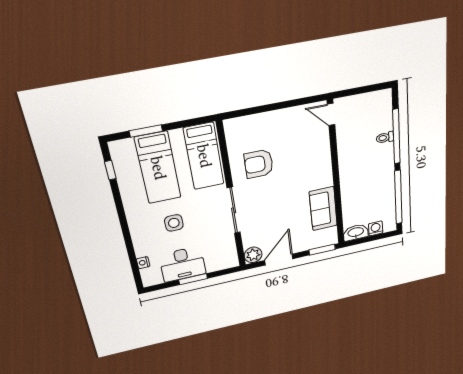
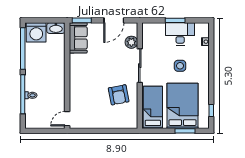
door: (331, 114) -> (67, 119), swing flipped
armchair: (259, 164) -> (119, 95), turned 79
bed: (158, 168) -> (182, 106), width x1.50
sofa: (323, 209) -> (78, 38), moved
washing machine: (376, 228) -> (36, 32), width x1.89, depth x1.89
plant: (253, 255) -> (131, 42), moved

